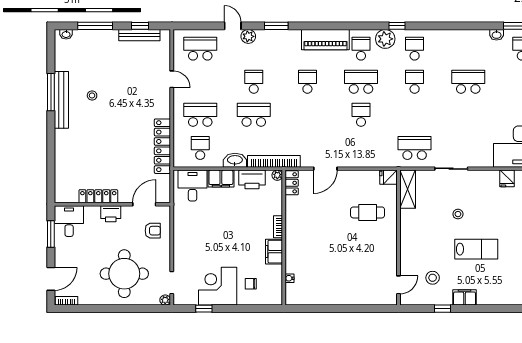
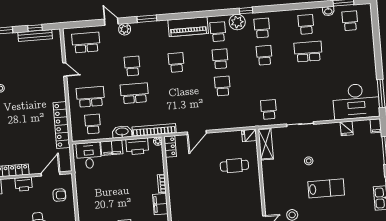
school desk: (468, 49) -> (306, 24), added
school desk: (361, 82) -> (220, 59), width x0.54
school desk: (415, 148) -> (269, 110), width x0.54

